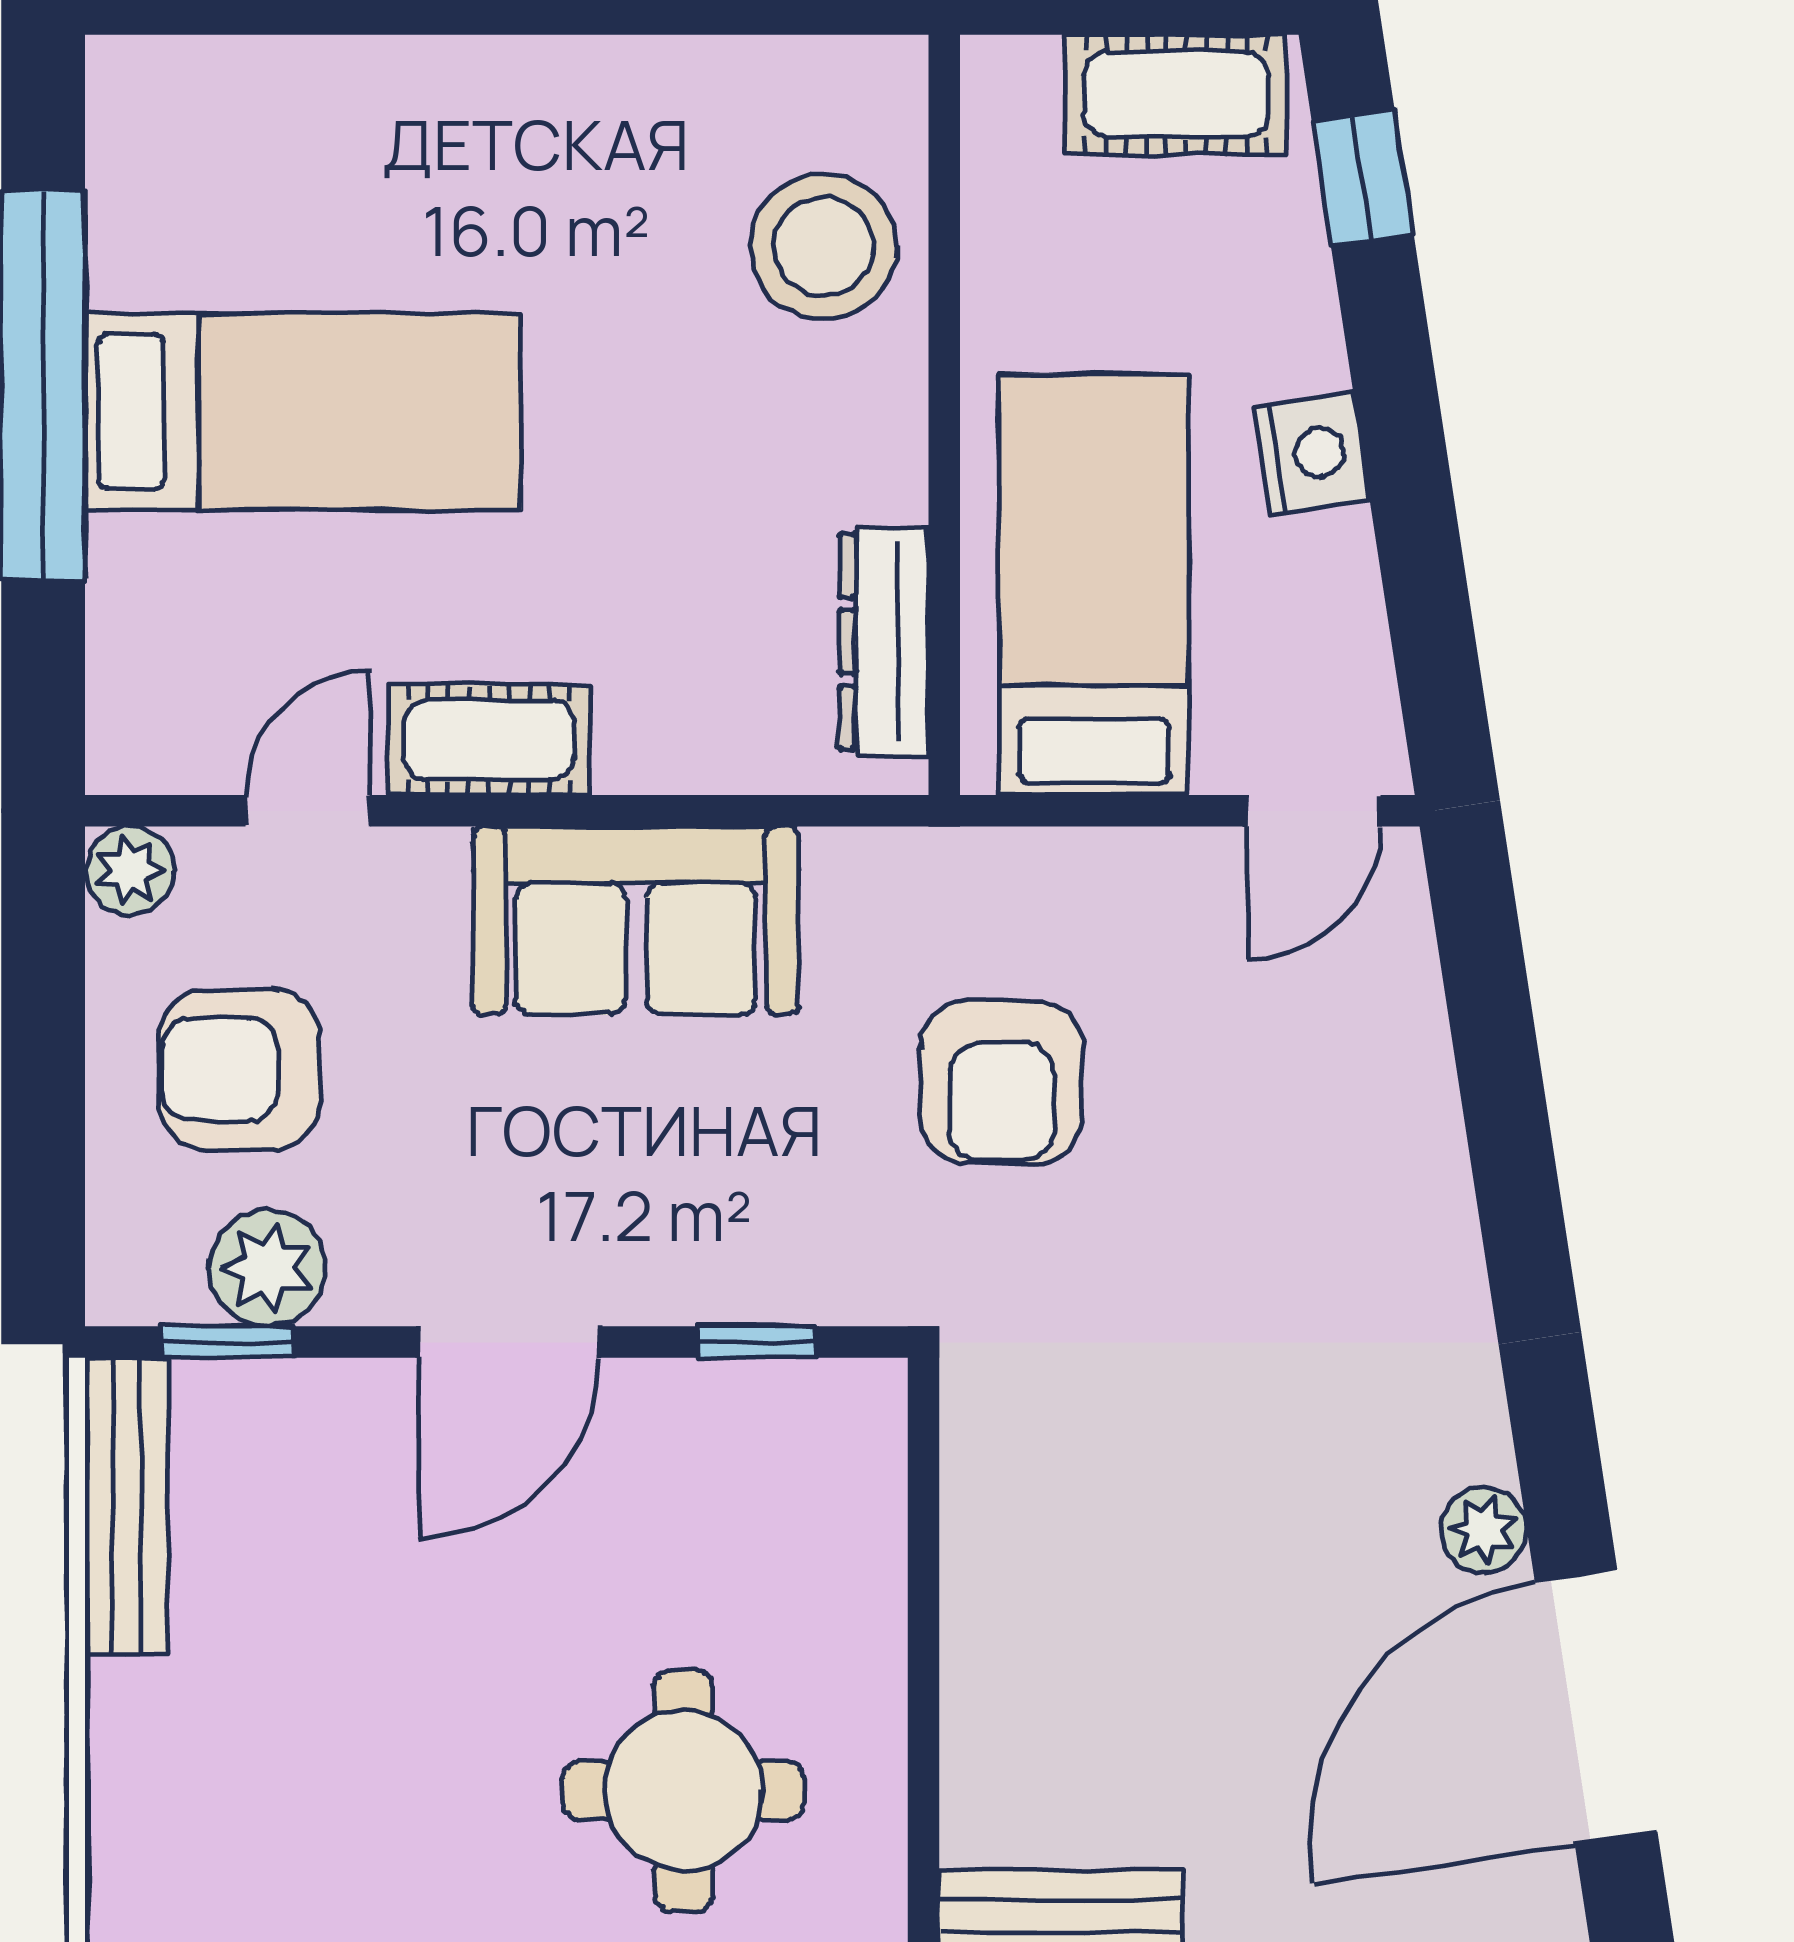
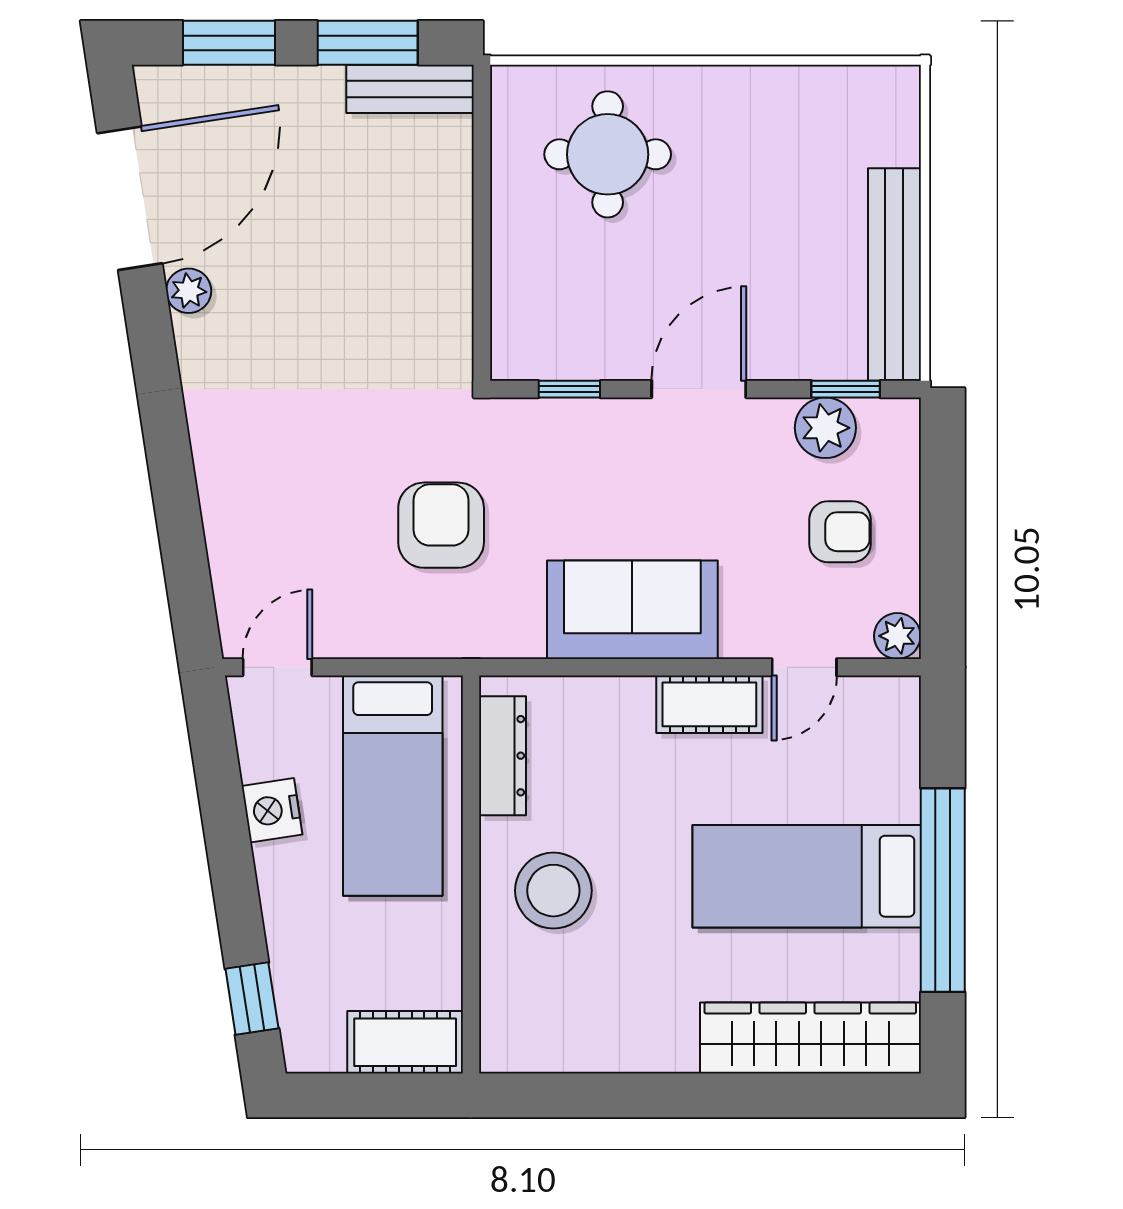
cot: (1176, 94) -> (405, 1042), moved
wardrobe: (296, 103) -> (810, 1038), added
stool: (823, 247) -> (553, 891), moved
nightstand: (1312, 454) -> (272, 810), moved
armchair: (239, 1070) -> (840, 532), width x0.72, depth x0.72
bench: (126, 1506) -> (894, 275), width x1.37, depth x1.21

